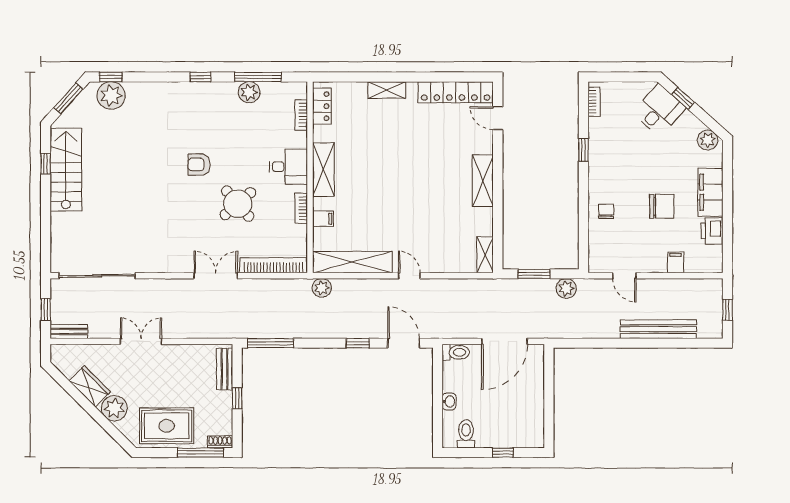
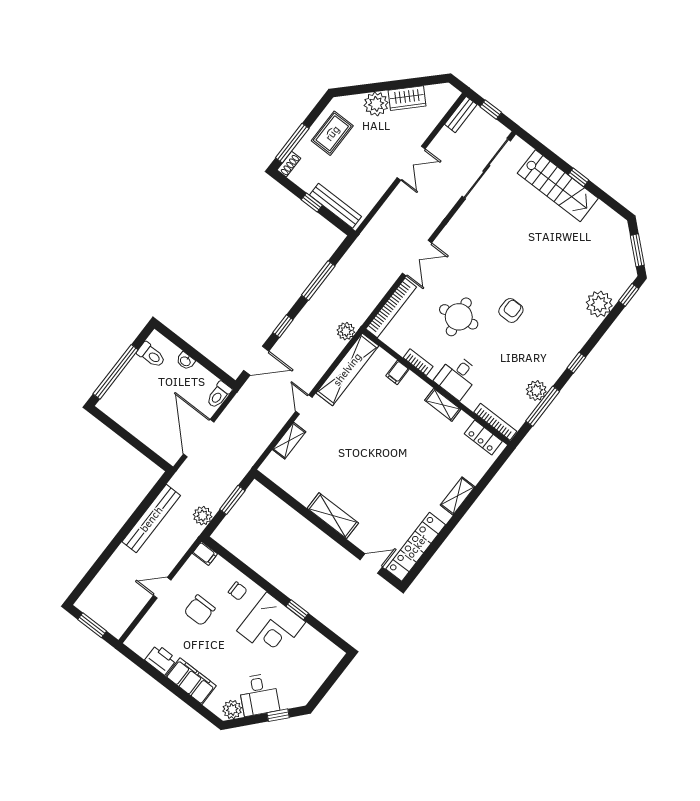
plant: (111, 96) -> (599, 304), moved
bookcase: (594, 102) -> (328, 646), removed
desk: (659, 110) -> (259, 695), moved
bookcase: (301, 115) -> (495, 422), width x1.56
corner desk: (614, 161) -> (271, 626), added
window: (46, 164) -> (578, 177), moved
shelving: (323, 169) -> (443, 405), width x0.67, depth x0.75
stairs: (66, 170) -> (558, 186), moved
round table: (238, 204) -> (459, 317), turned 31
chair: (662, 206) -> (200, 610), moved
shelving: (485, 255) -> (289, 441), moved, turned 90
filing cabinet: (676, 262) -> (205, 553), moved
door: (409, 276) -> (304, 404), swing flipped
door: (624, 276) -> (162, 588), moved
window: (728, 310) -> (92, 625), width x1.50
bench: (658, 329) -> (151, 519), moved
window: (270, 343) -> (318, 281), moved
bench: (225, 369) -> (336, 206), width x1.36
rug: (167, 426) -> (332, 133), width x0.73, depth x0.70
window: (503, 453) -> (116, 372), width x3.17

